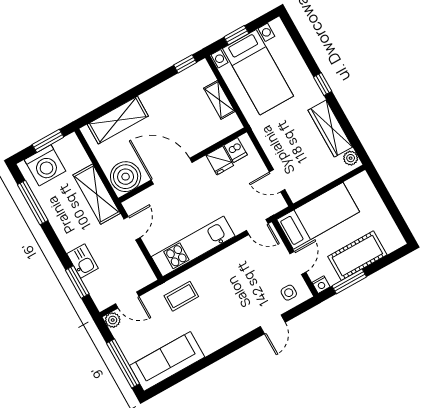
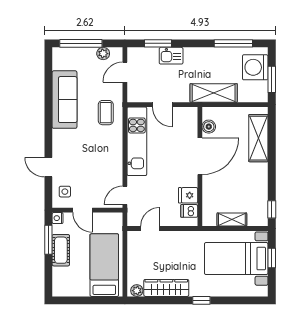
boiler: (126, 177) -> (209, 127), width x0.54, depth x0.54
bed: (318, 216) -> (104, 265), moved, turned 180
door: (132, 228) -> (162, 105), moved
cot: (357, 256) -> (61, 250), width x0.73, depth x0.75
plant: (113, 320) -> (103, 54), moved
sofa: (167, 361) -> (65, 100), moved

